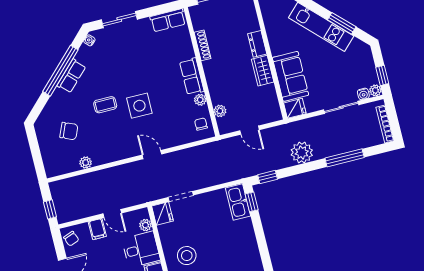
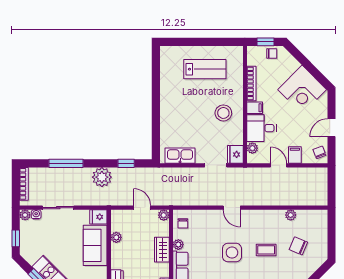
wardrobe: (263, 71) -> (162, 250), moved, turned 180
window: (382, 75) -> (16, 238), moved
plant: (270, 91) -> (116, 237), added
coffee table: (105, 105) -> (266, 250), moved
plant: (220, 111) -> (164, 215), moved
window: (268, 177) -> (126, 163), moved
kitchen sink: (238, 202) -> (180, 156), moved, turned -90
window: (252, 202) -> (156, 145), removed
window: (50, 209) -> (332, 182), removed

